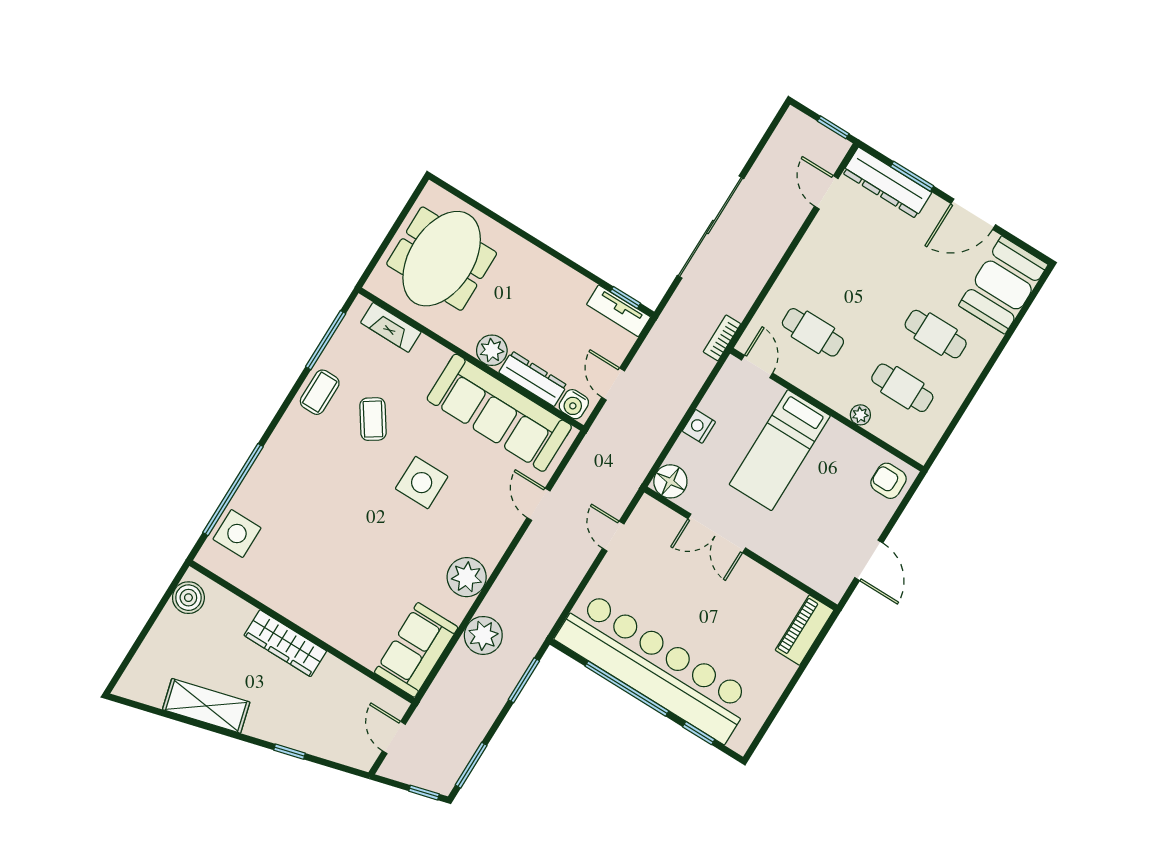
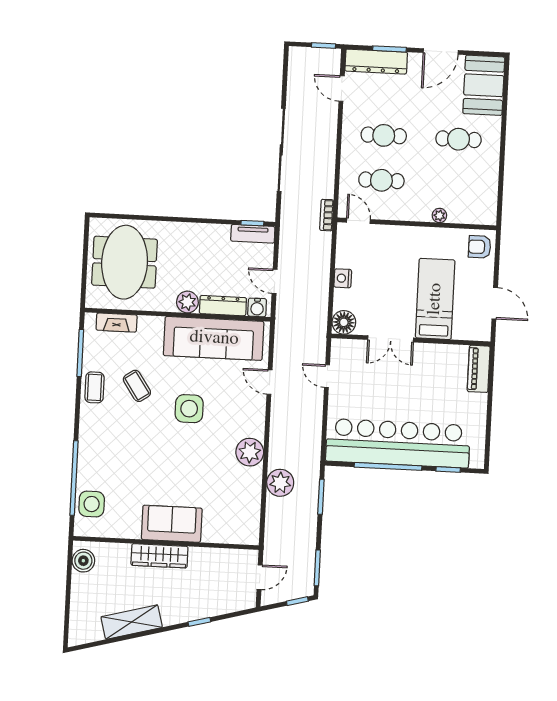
cafe table: (902, 388) -> (384, 135), moved
bed: (780, 450) -> (435, 299), moved, turned 180
sofa: (416, 650) -> (172, 524), moved, turned 90
door: (394, 738) -> (260, 577), swing flipped

